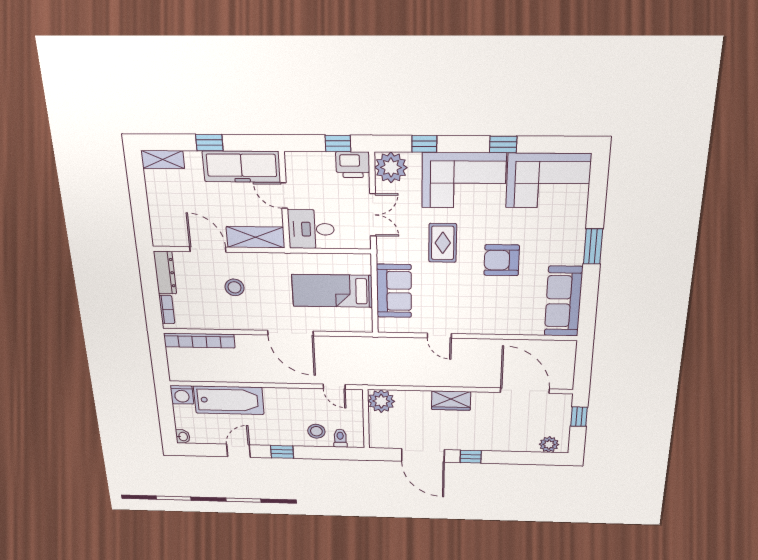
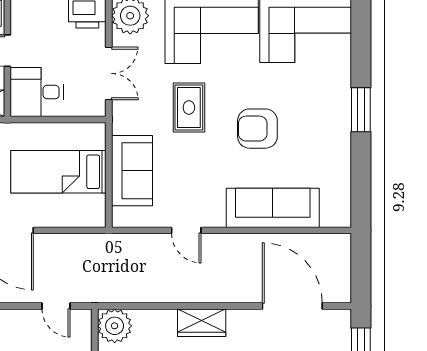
sofa: (563, 301) -> (273, 208), moved, turned 90

